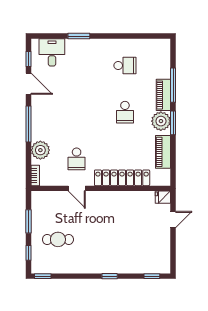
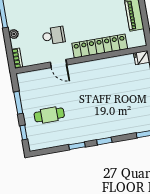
plant: (40, 150) -> (14, 34), width x0.53, depth x0.53
school desk: (77, 159) -> (54, 36), turned -90
window: (43, 276) -> (77, 146), moved

